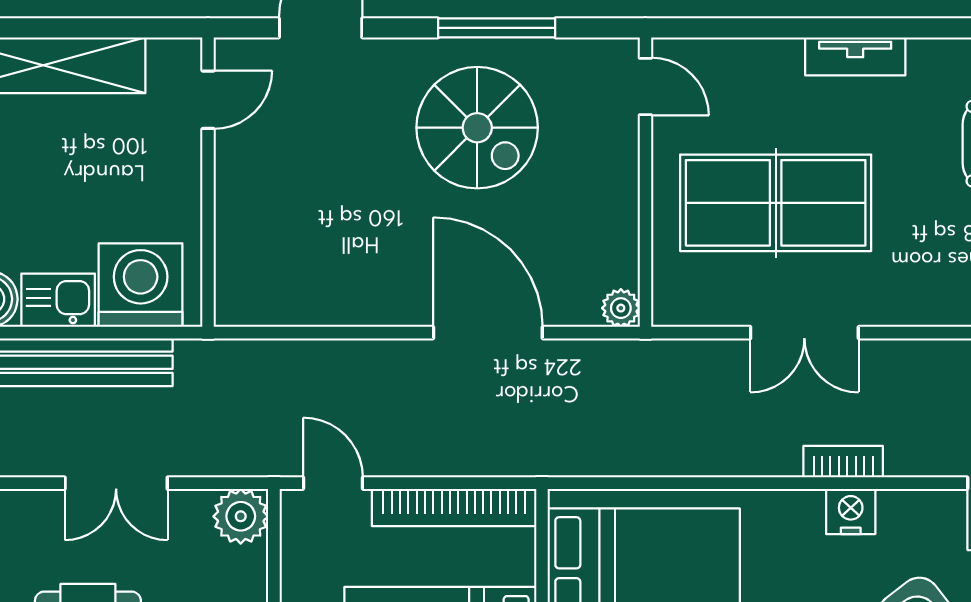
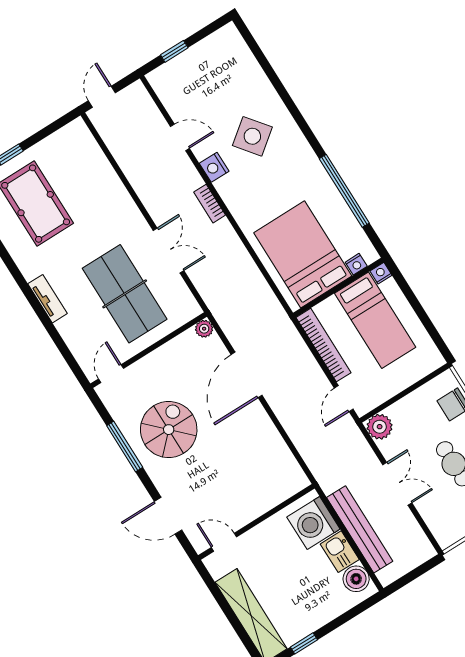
nightstand: (851, 511) -> (214, 167), moved

